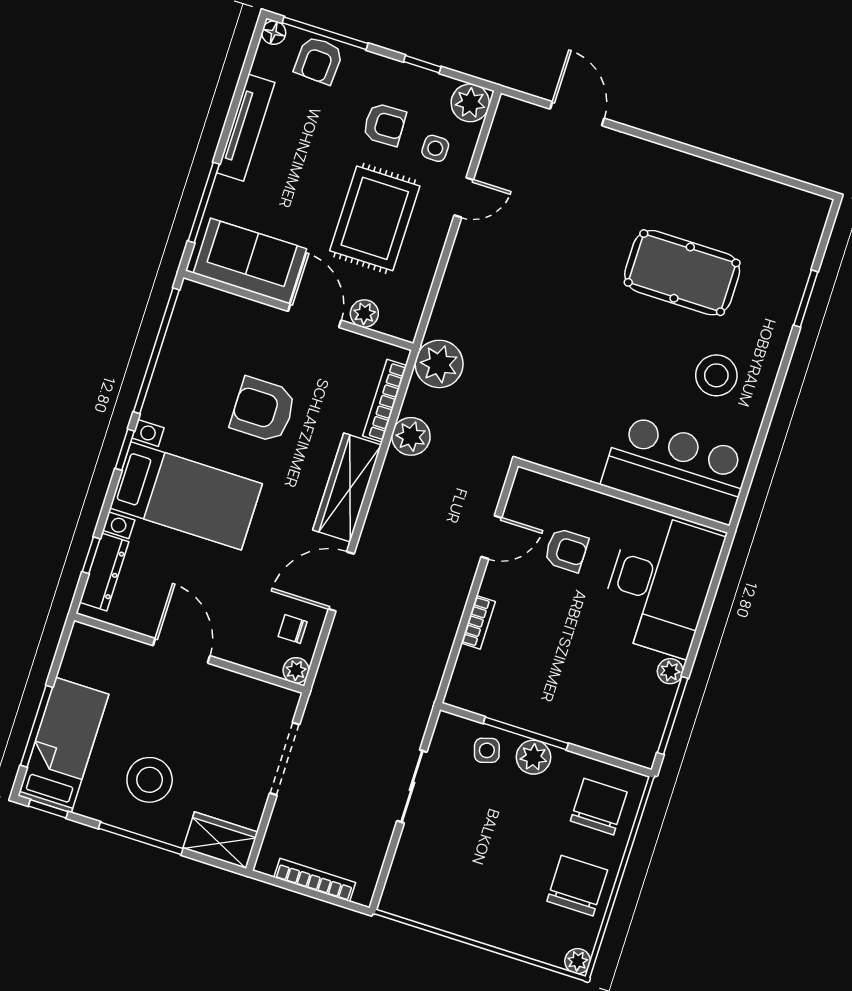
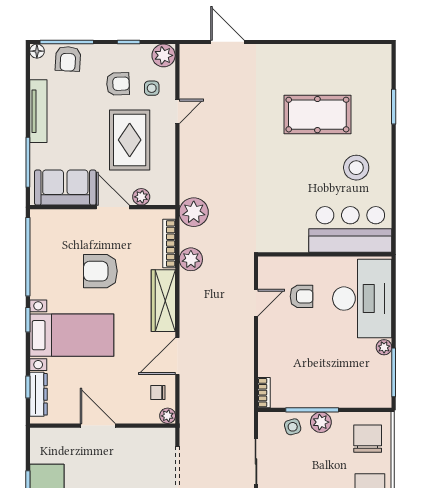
bookcase: (478, 622) -> (264, 393), moved

